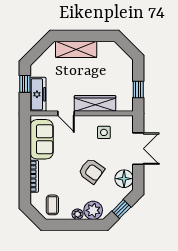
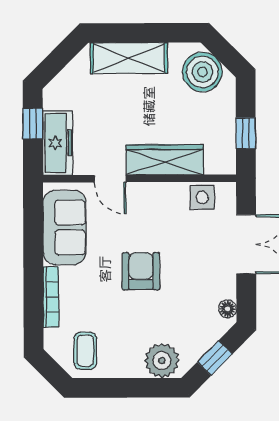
boiler: (115, 57) -> (202, 72), added
side table: (104, 132) -> (202, 197), moved
armchair: (91, 171) -> (141, 271), moved, turned -126
floor lamp: (124, 179) -> (228, 309), width x0.53, depth x0.53
plant: (78, 214) -> (133, 368), removed

